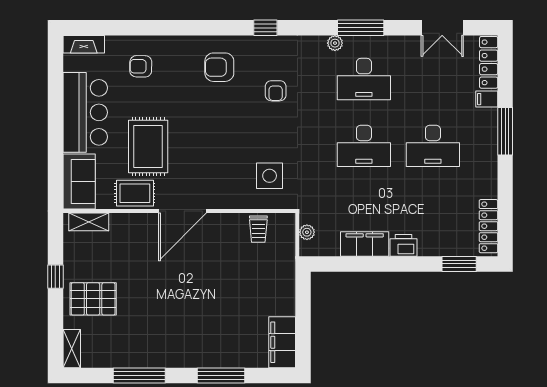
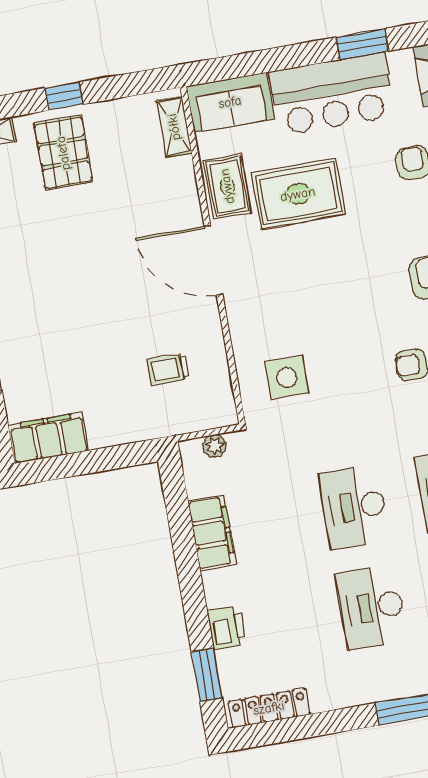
window: (55, 86) -> (362, 44), added
trolley: (258, 229) -> (168, 369), moved
printer: (403, 245) -> (226, 627), moved
window: (55, 277) -> (64, 96), moved

